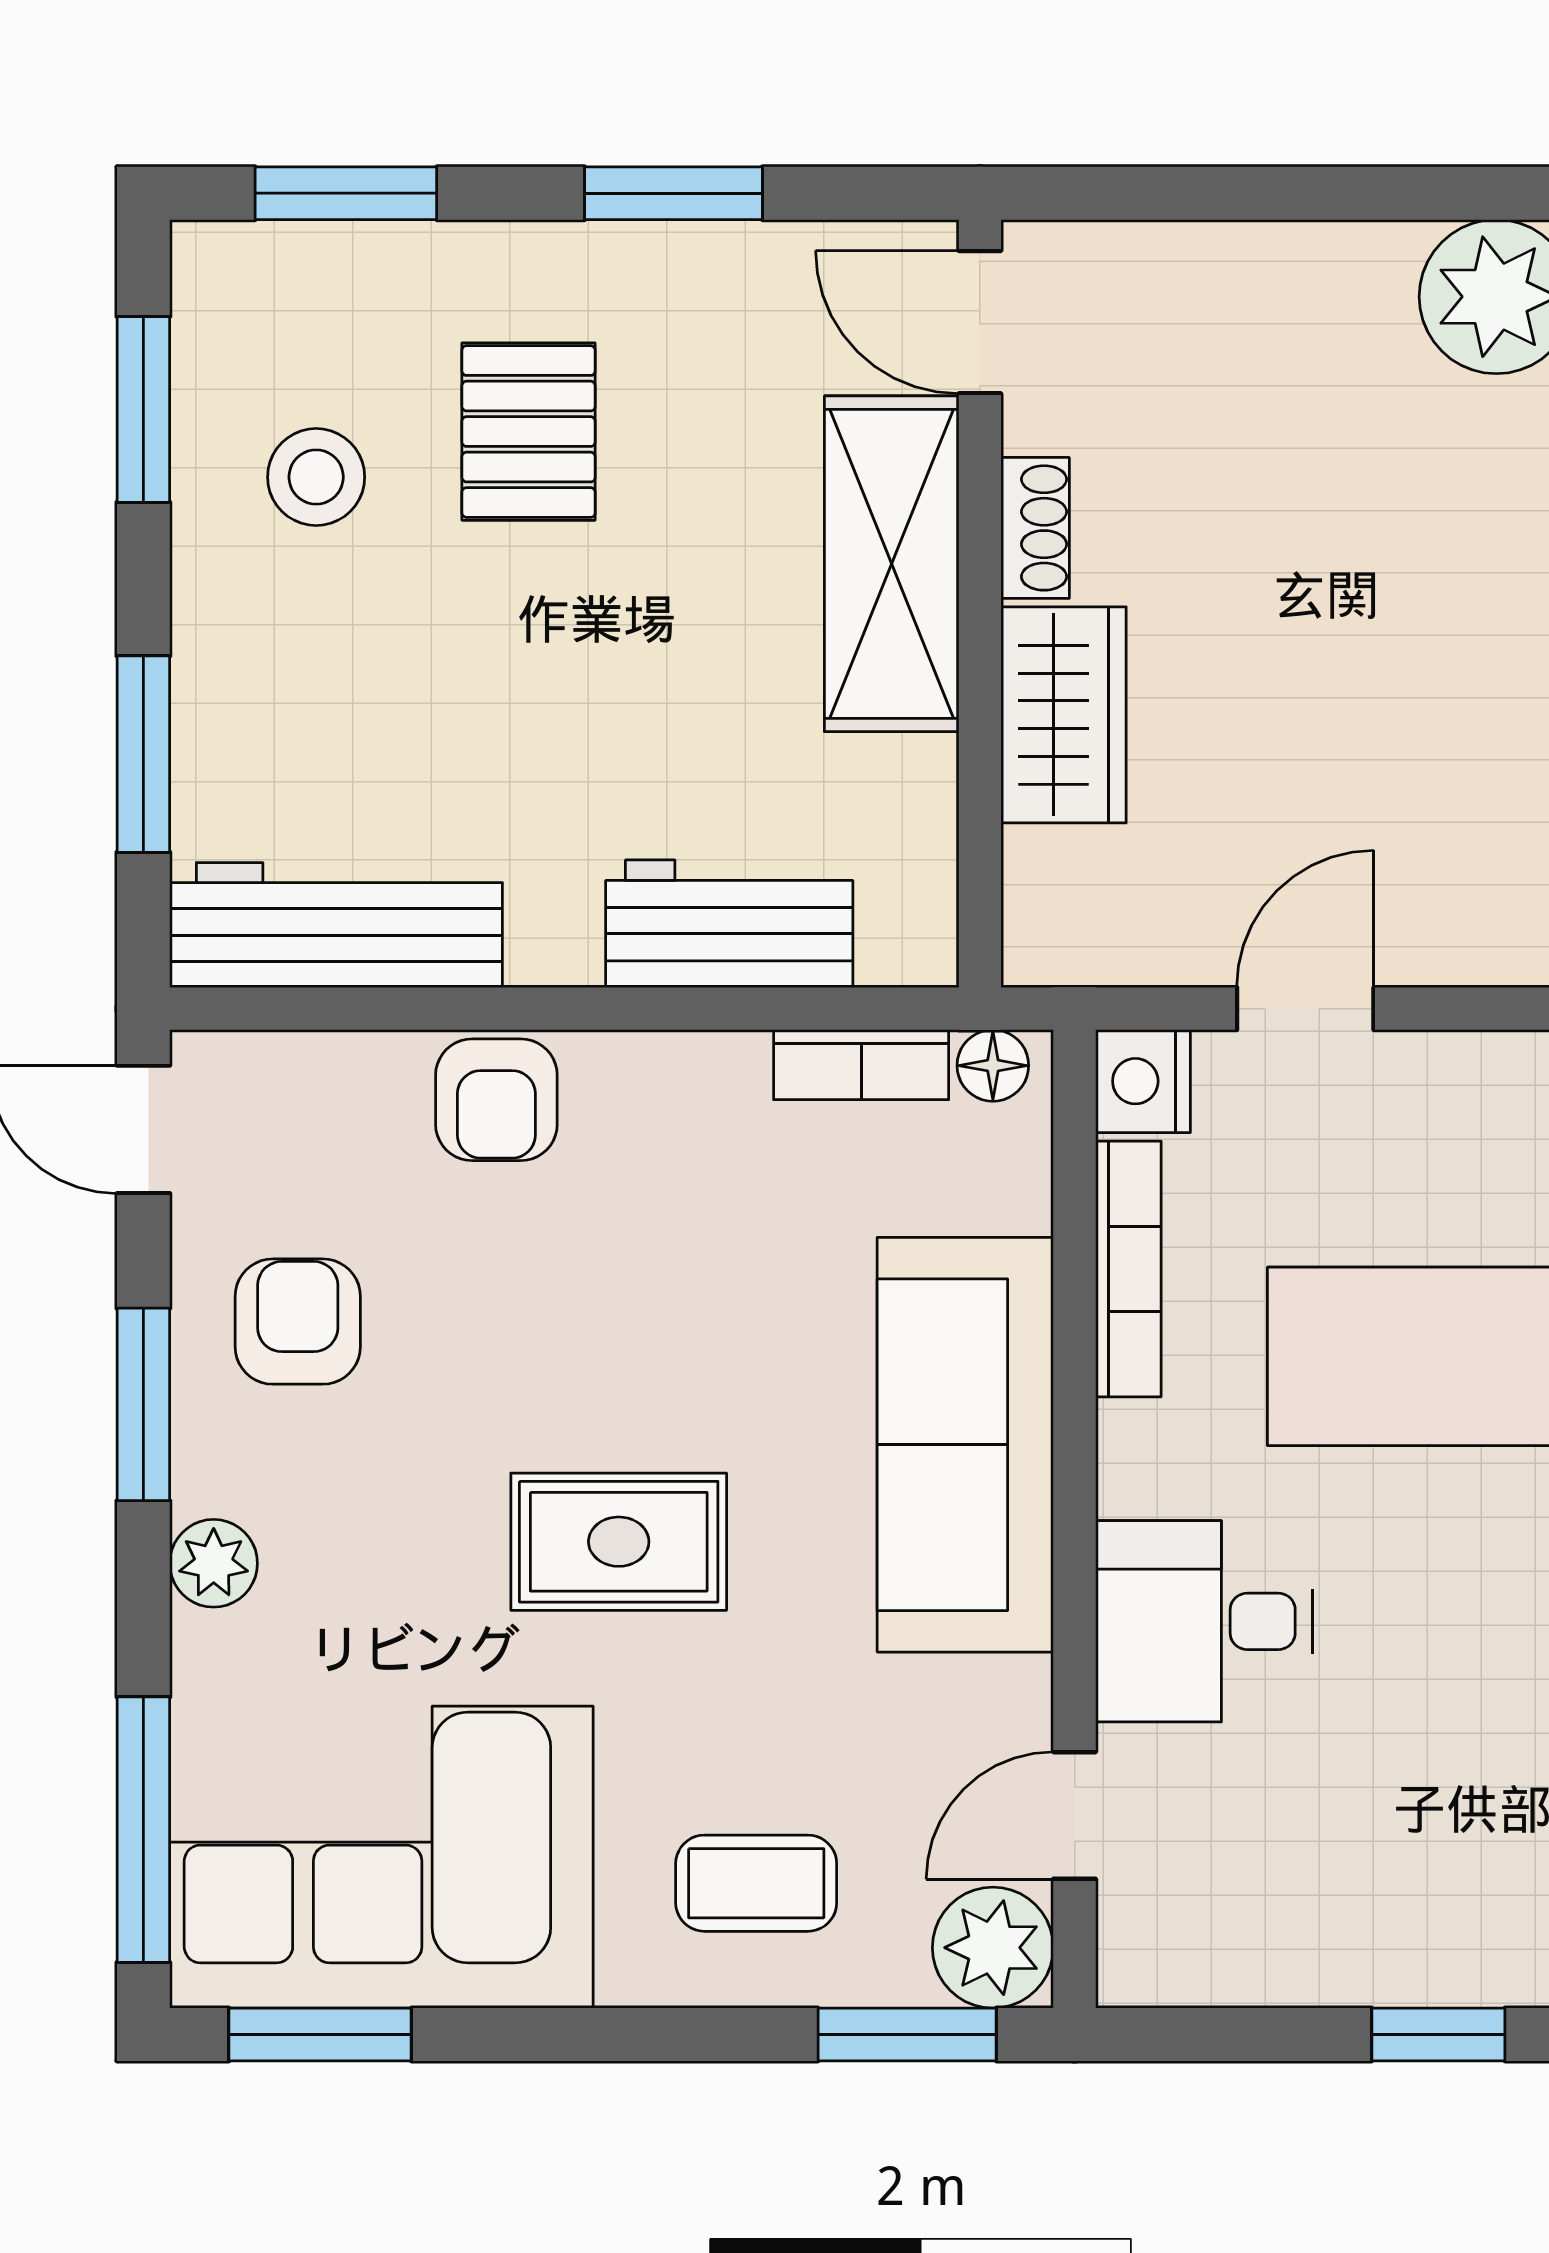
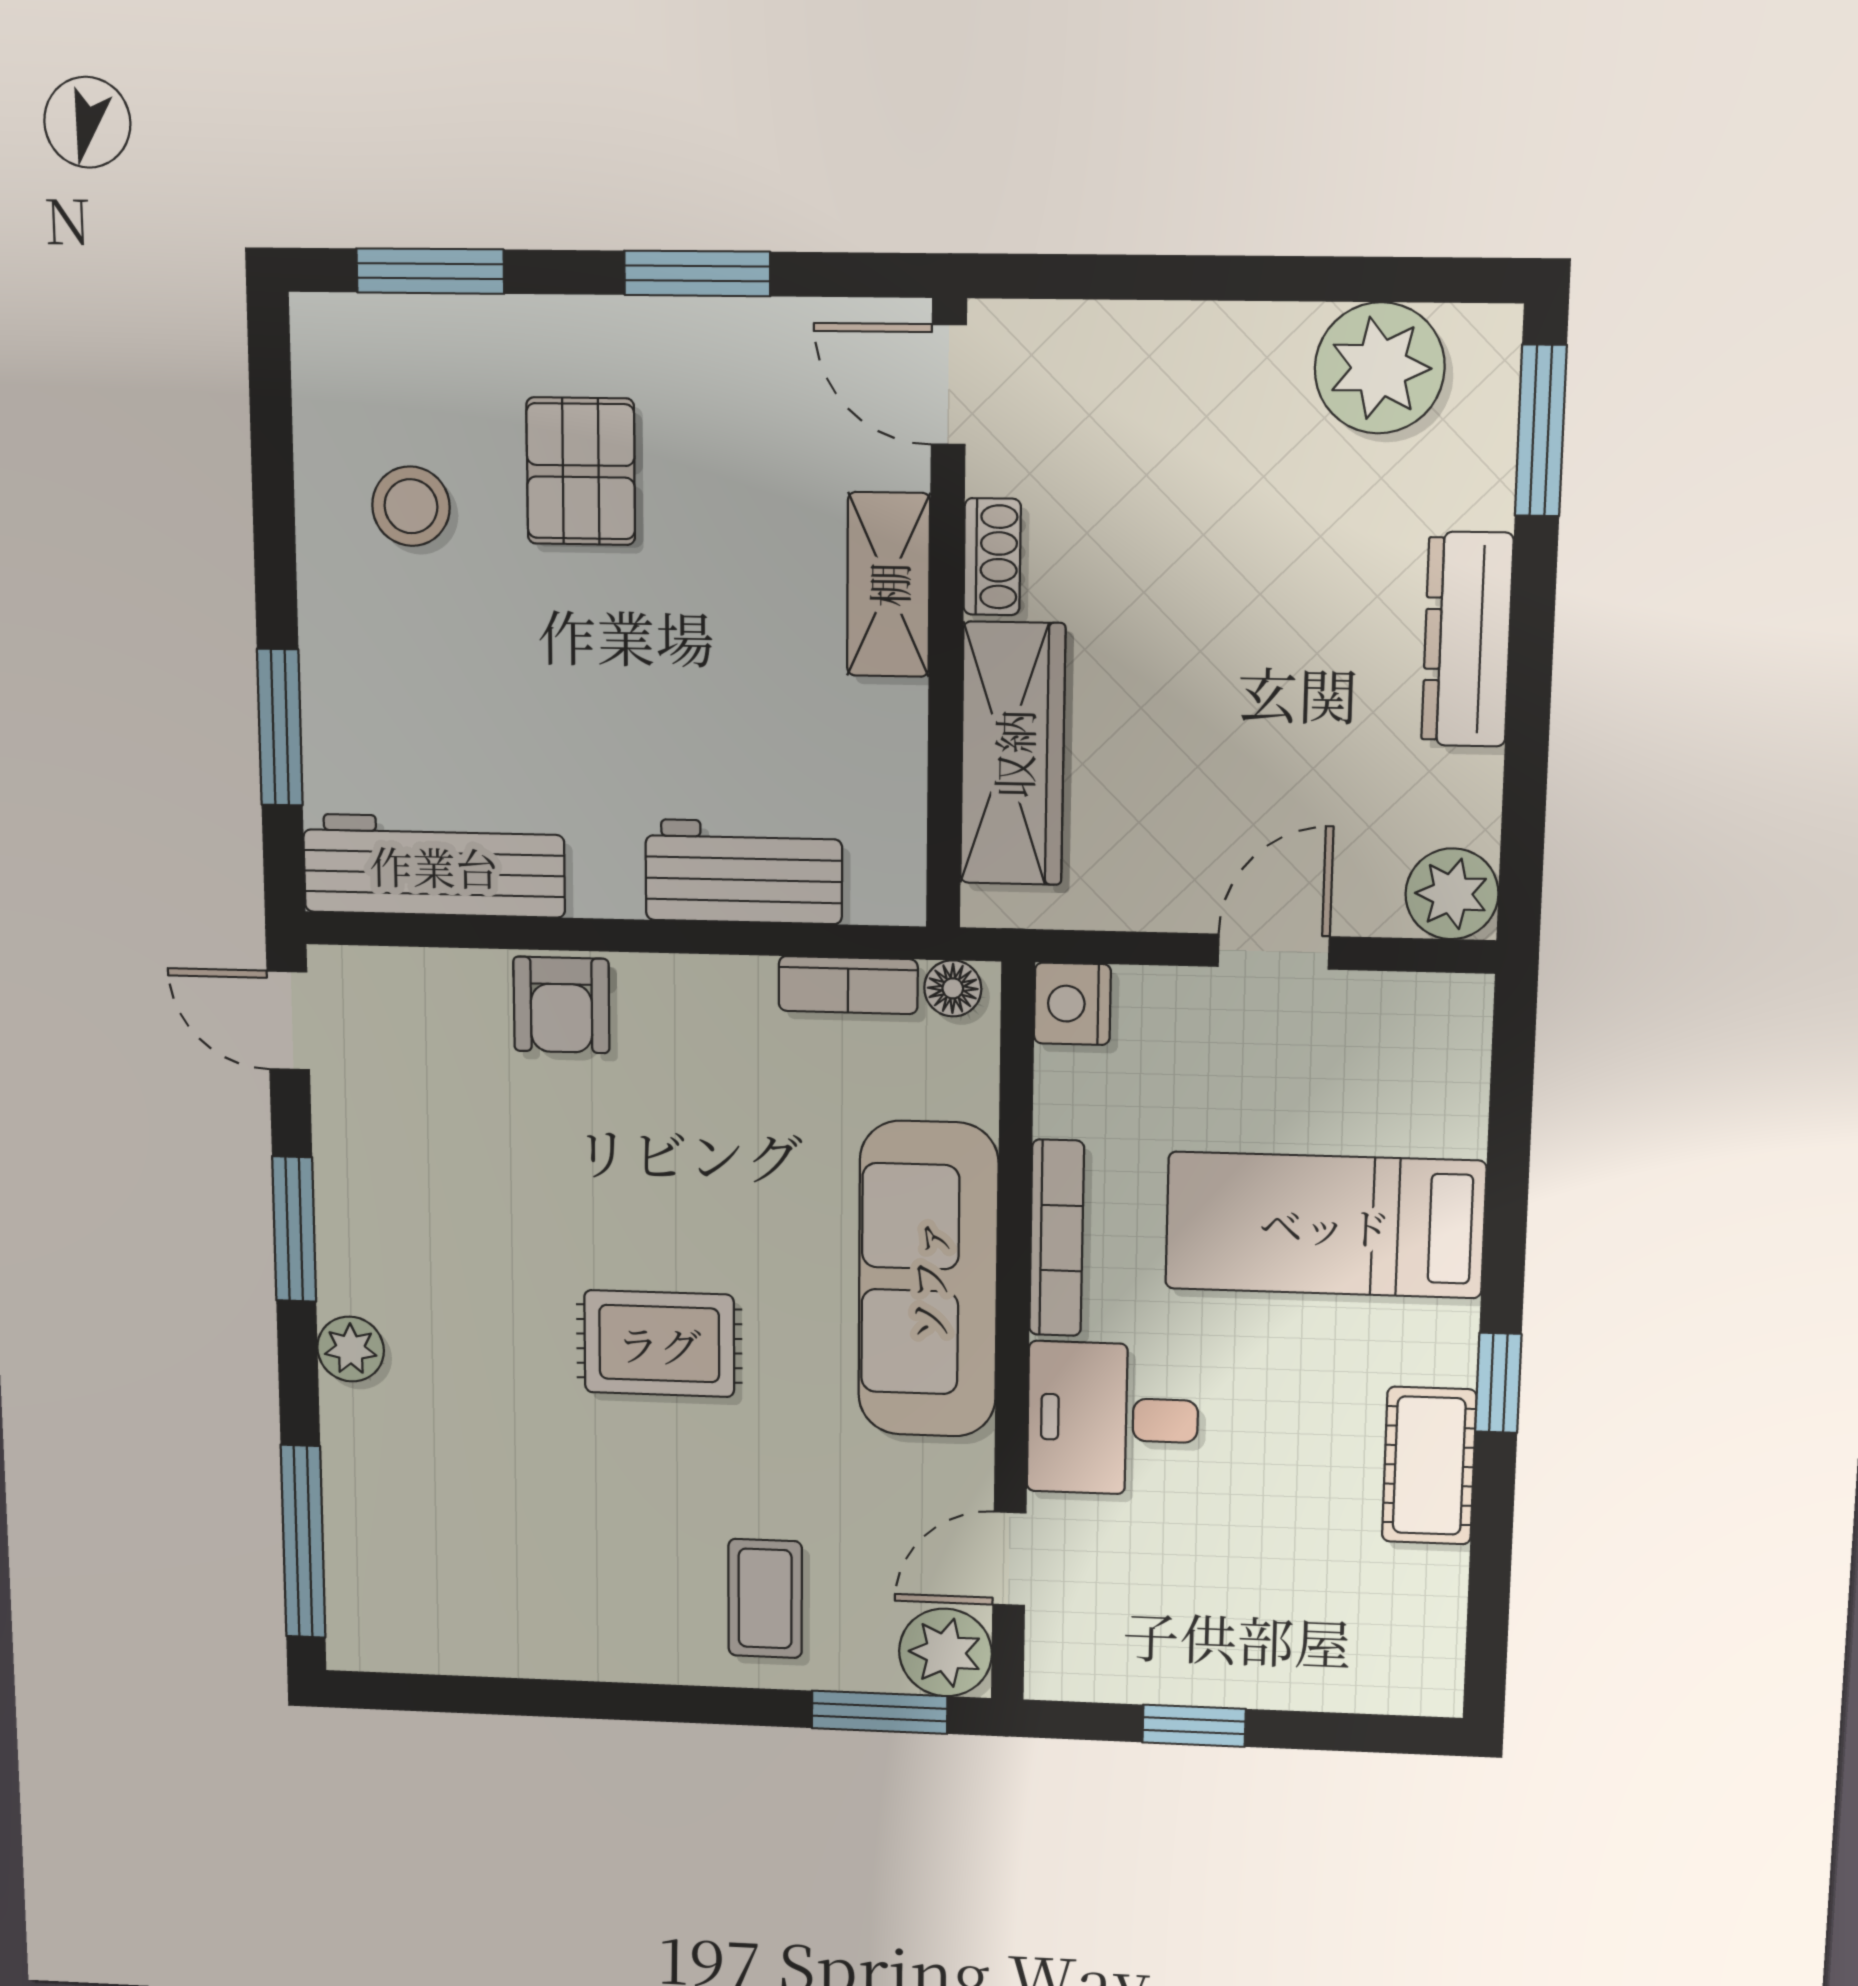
window: (143, 409) -> (272, 449), removed
shelving: (892, 564) -> (888, 585), width x0.67, depth x0.75
wardrobe: (1064, 715) -> (1013, 754), width x1.50
door: (1305, 1009) -> (1274, 952), moved
bookcase: (1128, 1269) -> (1057, 1238), moved
armchair: (298, 1322) -> (410, 1170), removed
corner sofa: (381, 1857) -> (482, 1568), removed
coffee table: (756, 1883) -> (765, 1598), turned 90
window: (320, 2034) -> (438, 1693), removed
window: (1438, 2034) -> (1194, 1726), moved

